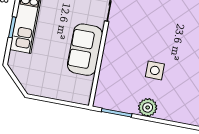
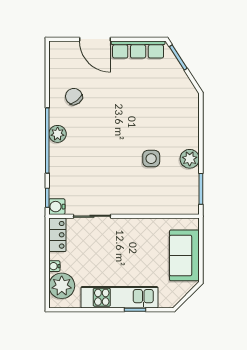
sofa: (85, 50) -> (184, 255), moved, turned 90

